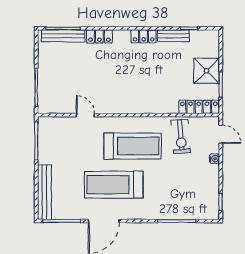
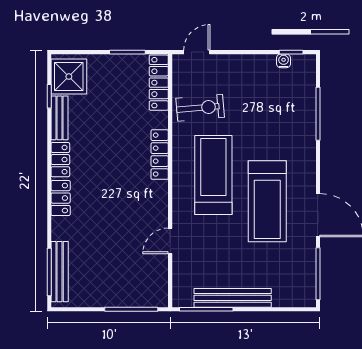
locker: (99, 36) -> (61, 198), moved
shower: (207, 71) -> (69, 77), moved
locker: (147, 108) -> (160, 155), added
water cooler: (214, 159) -> (284, 61), moved
bench: (44, 192) -> (233, 298), moved

